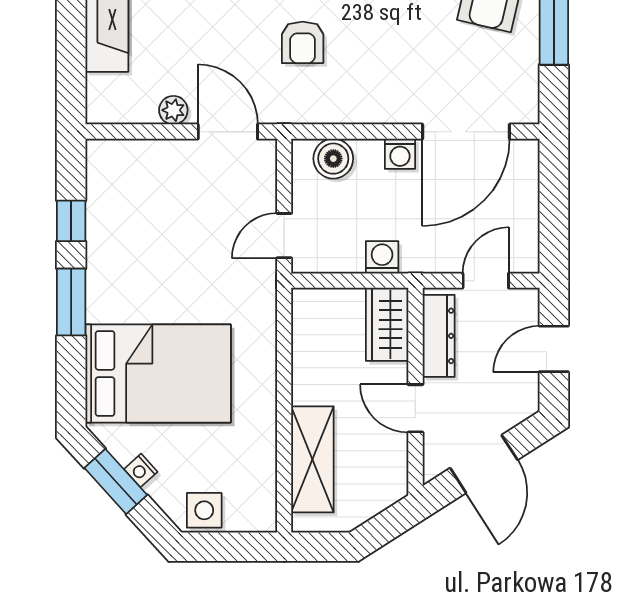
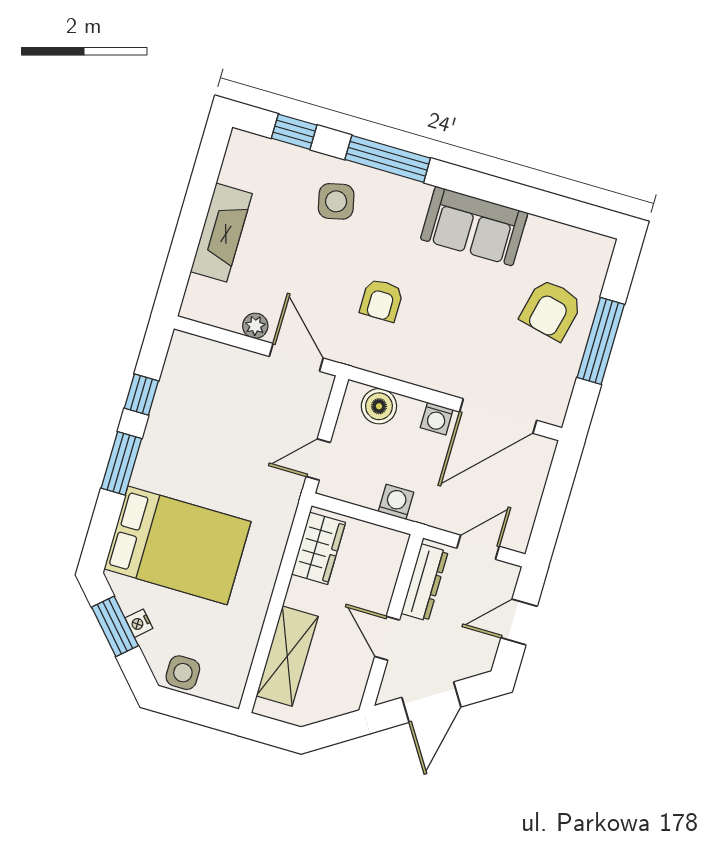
wardrobe: (387, 324) -> (319, 548), moved, turned 180

